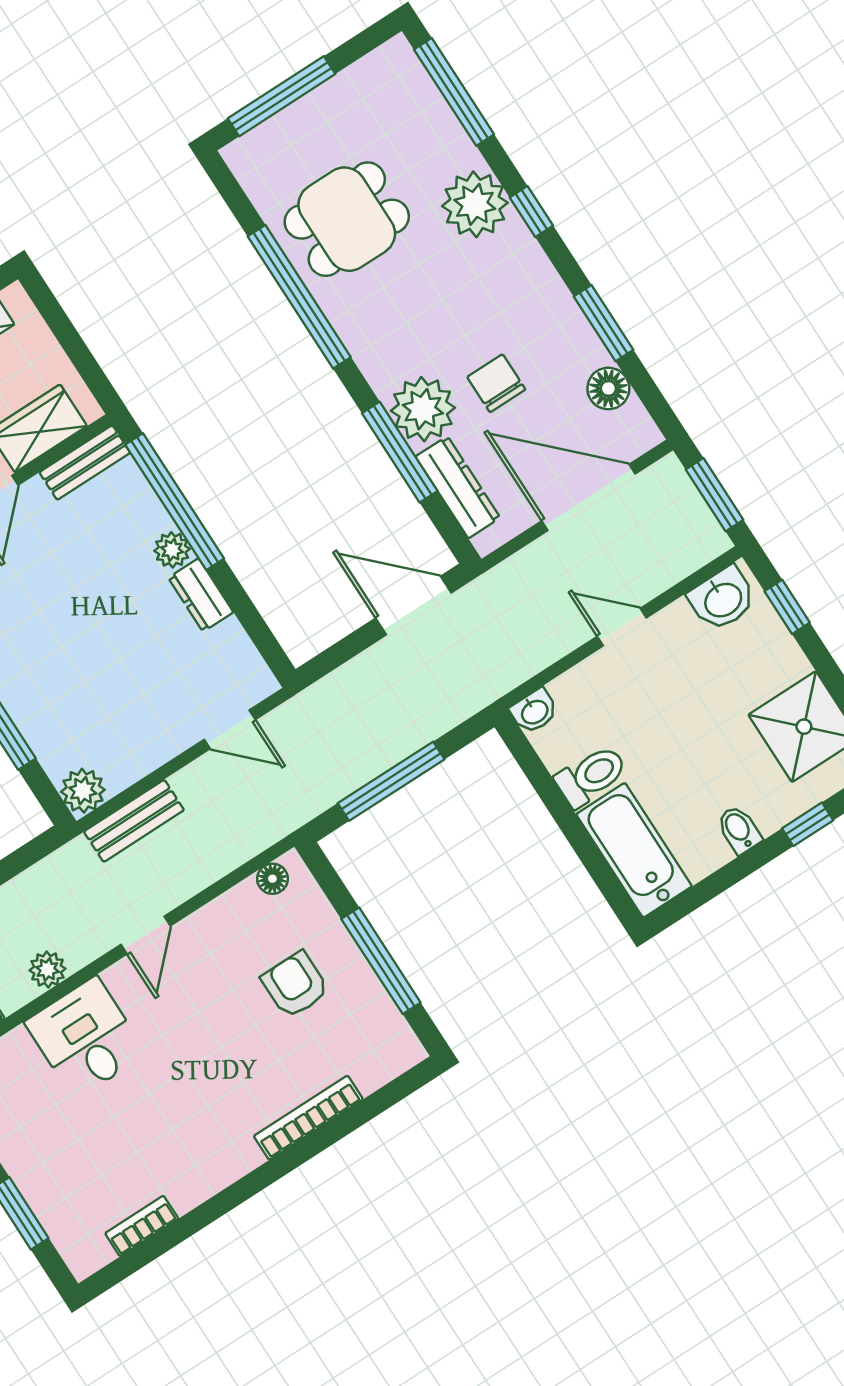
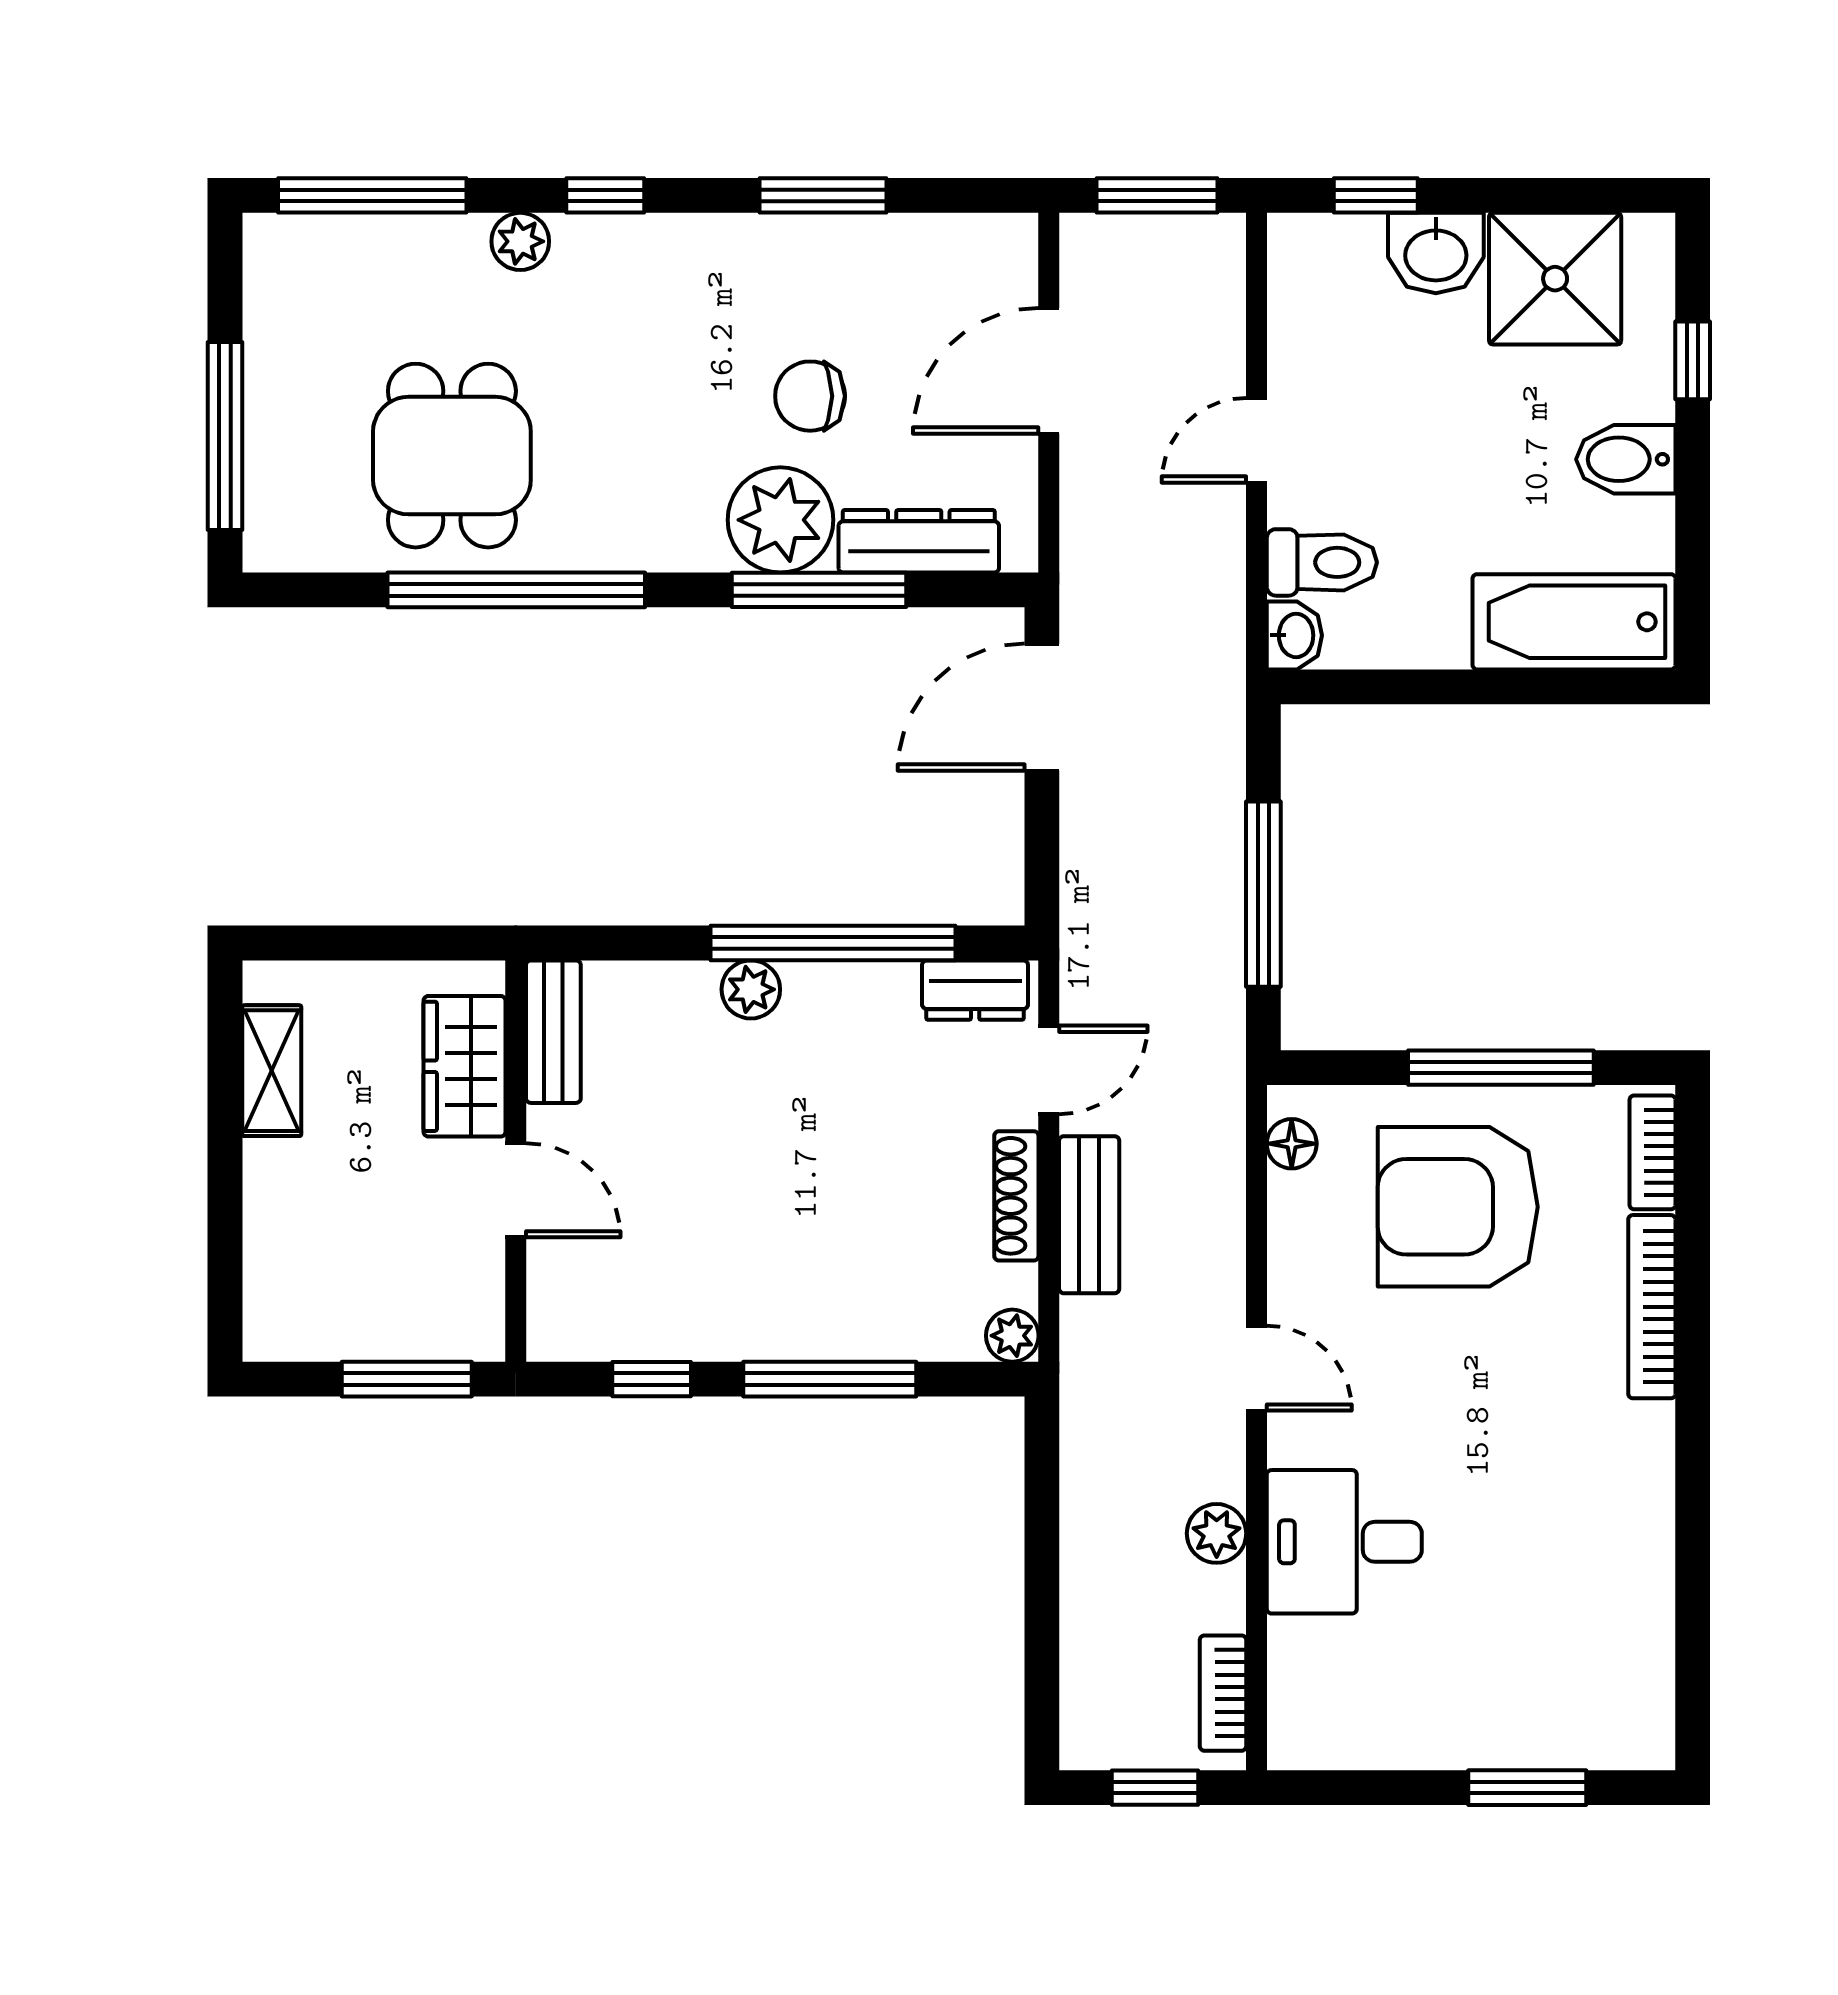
plant: (475, 204) -> (520, 241), width x0.53, depth x0.53
floor lamp: (608, 388) -> (917, 247), removed
door: (588, 497) -> (1049, 371), width x0.73
window: (175, 502) -> (833, 943), moved
dresser: (201, 595) -> (975, 990), moved
washbasin: (722, 599) -> (1436, 253), moved, turned 90
shoe rack: (154, 755) -> (1016, 1196), added
toilet: (591, 776) -> (1322, 562), moved, turned 90
plant: (83, 791) -> (1012, 1336), width x0.73, depth x0.73
bench: (134, 821) -> (1089, 1215), moved
bidet: (739, 830) -> (1626, 459), width x1.38, depth x1.36
armchair: (295, 985) -> (1458, 1207), width x1.88, depth x1.88
bookcase: (142, 1226) -> (1652, 1152), moved

